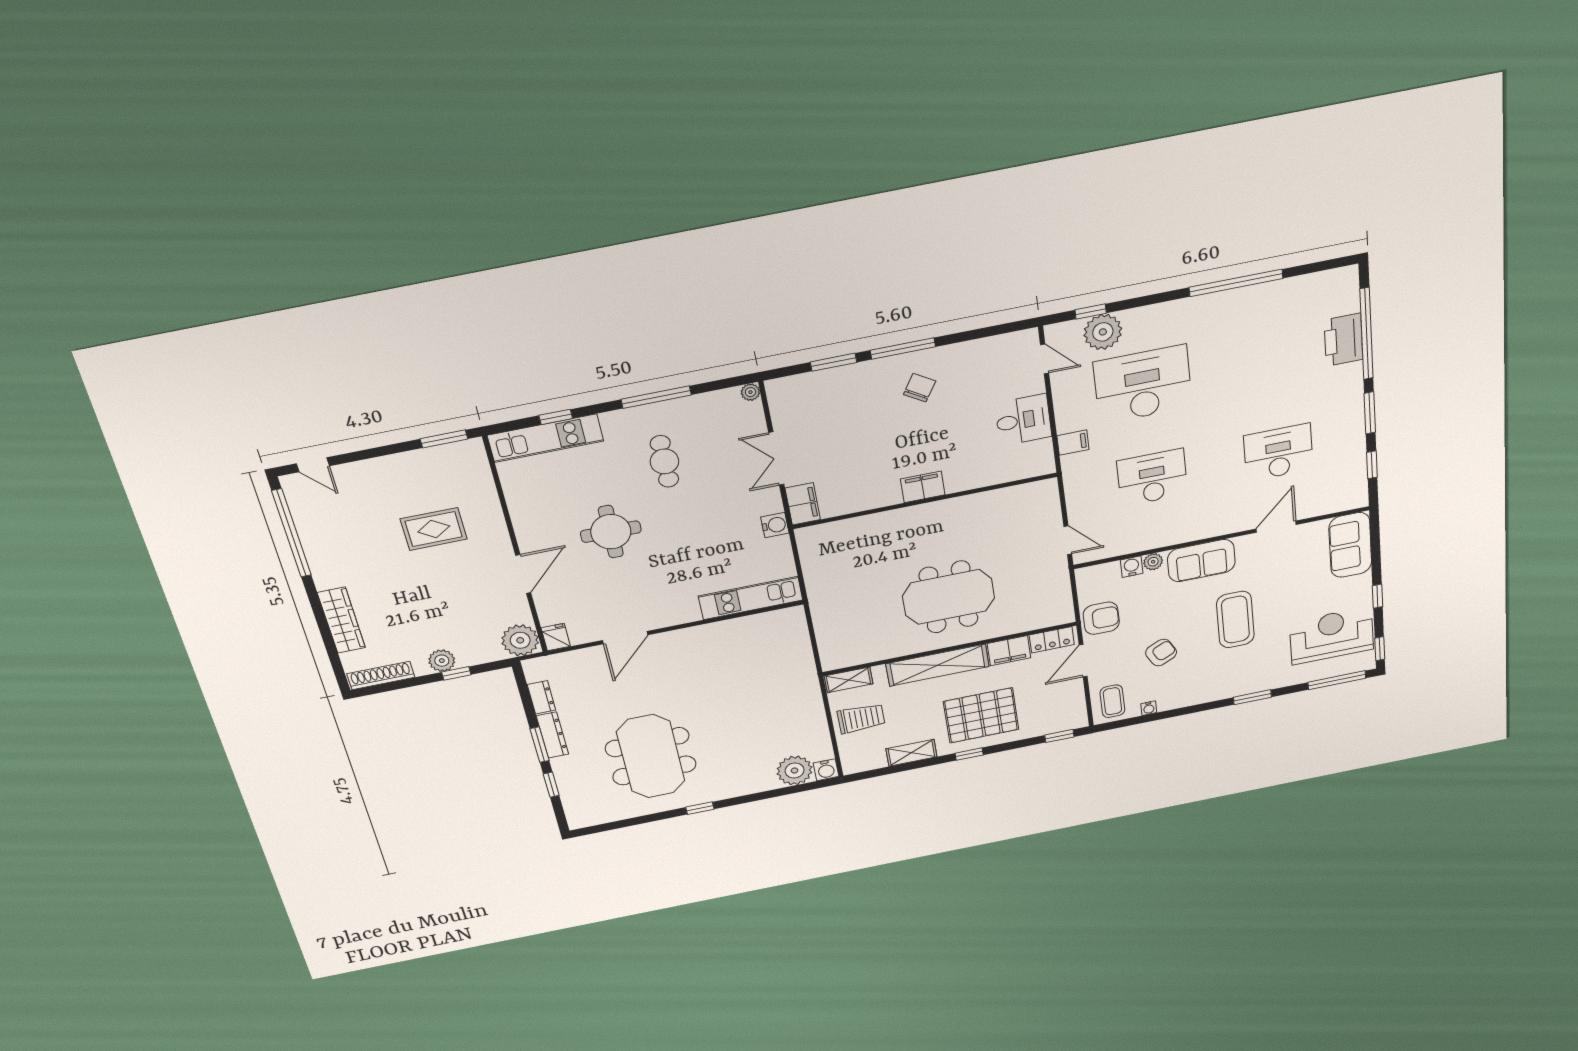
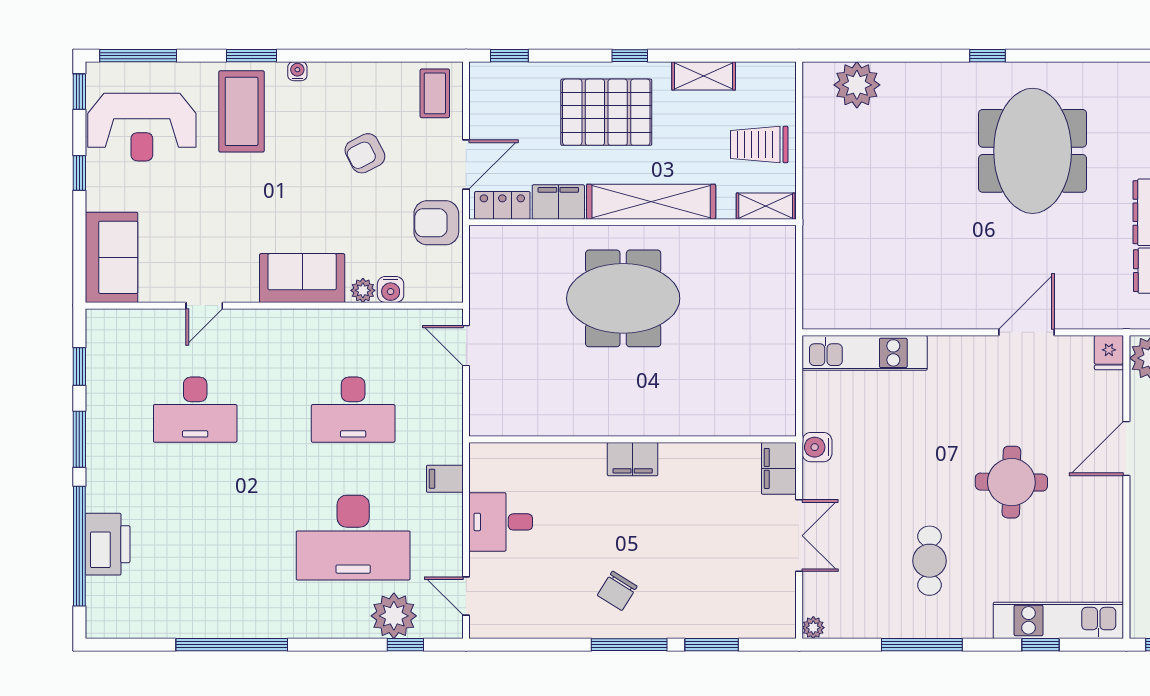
door: (1276, 527) -> (204, 306), width x0.73
coffee table: (1235, 620) -> (242, 111), moved
water cooler: (1149, 708) -> (297, 71), moved
water cooler: (826, 770) -> (817, 76), removed

